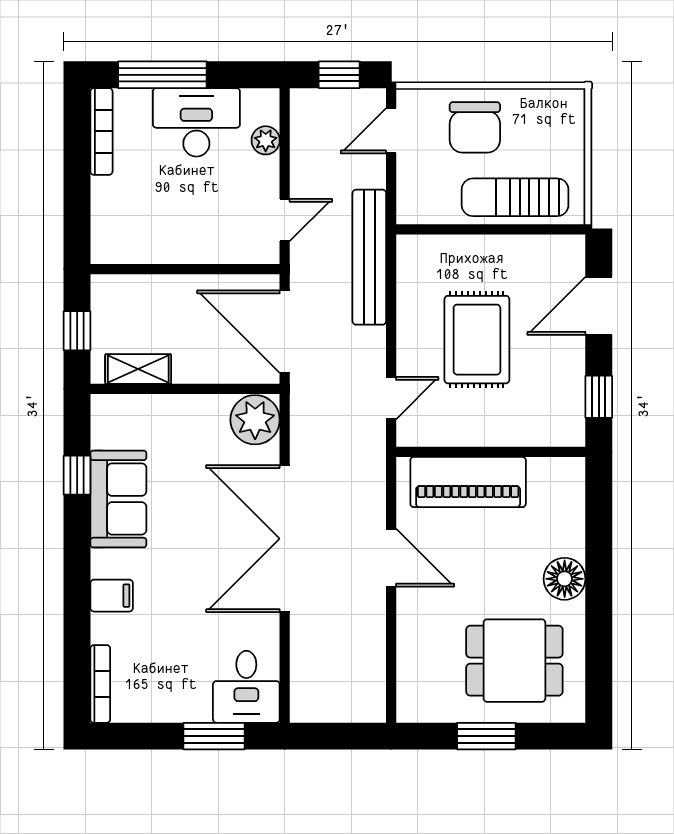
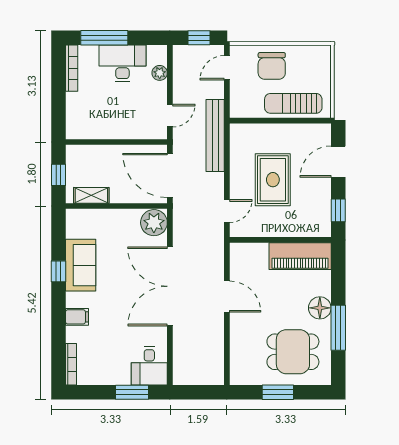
window: (77, 475) -> (59, 271), moved
piano: (468, 482) -> (300, 256), moved
window: (599, 616) -> (338, 328), added

